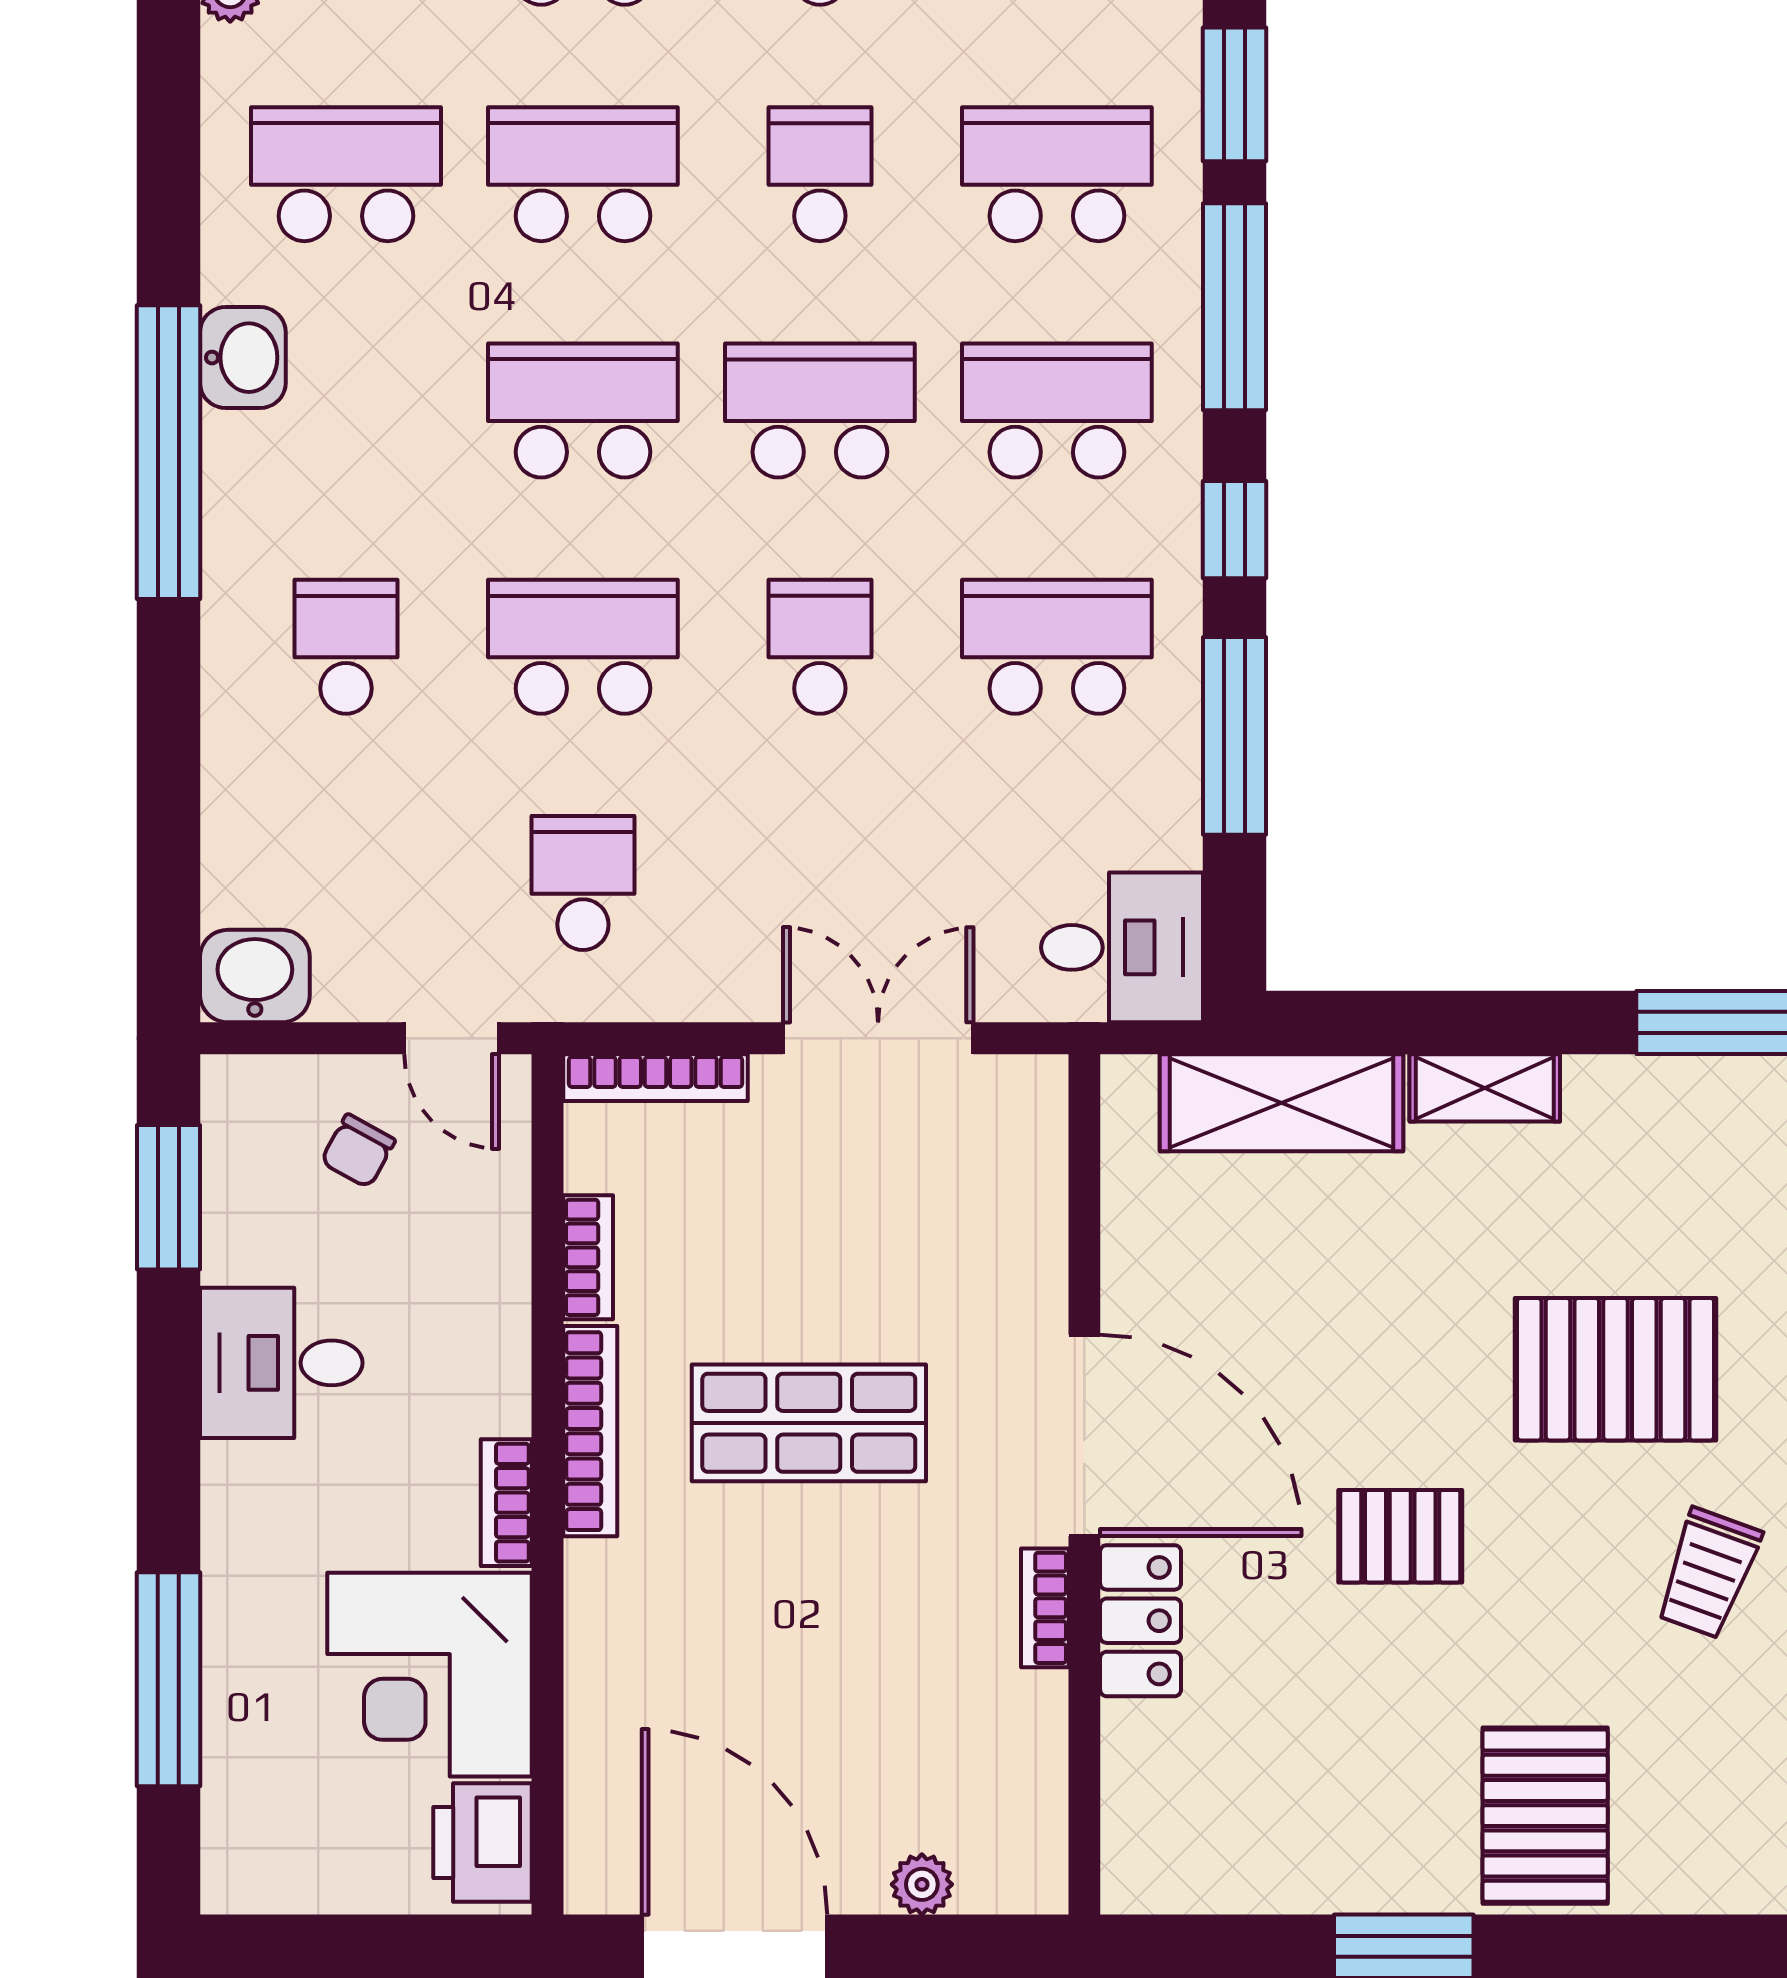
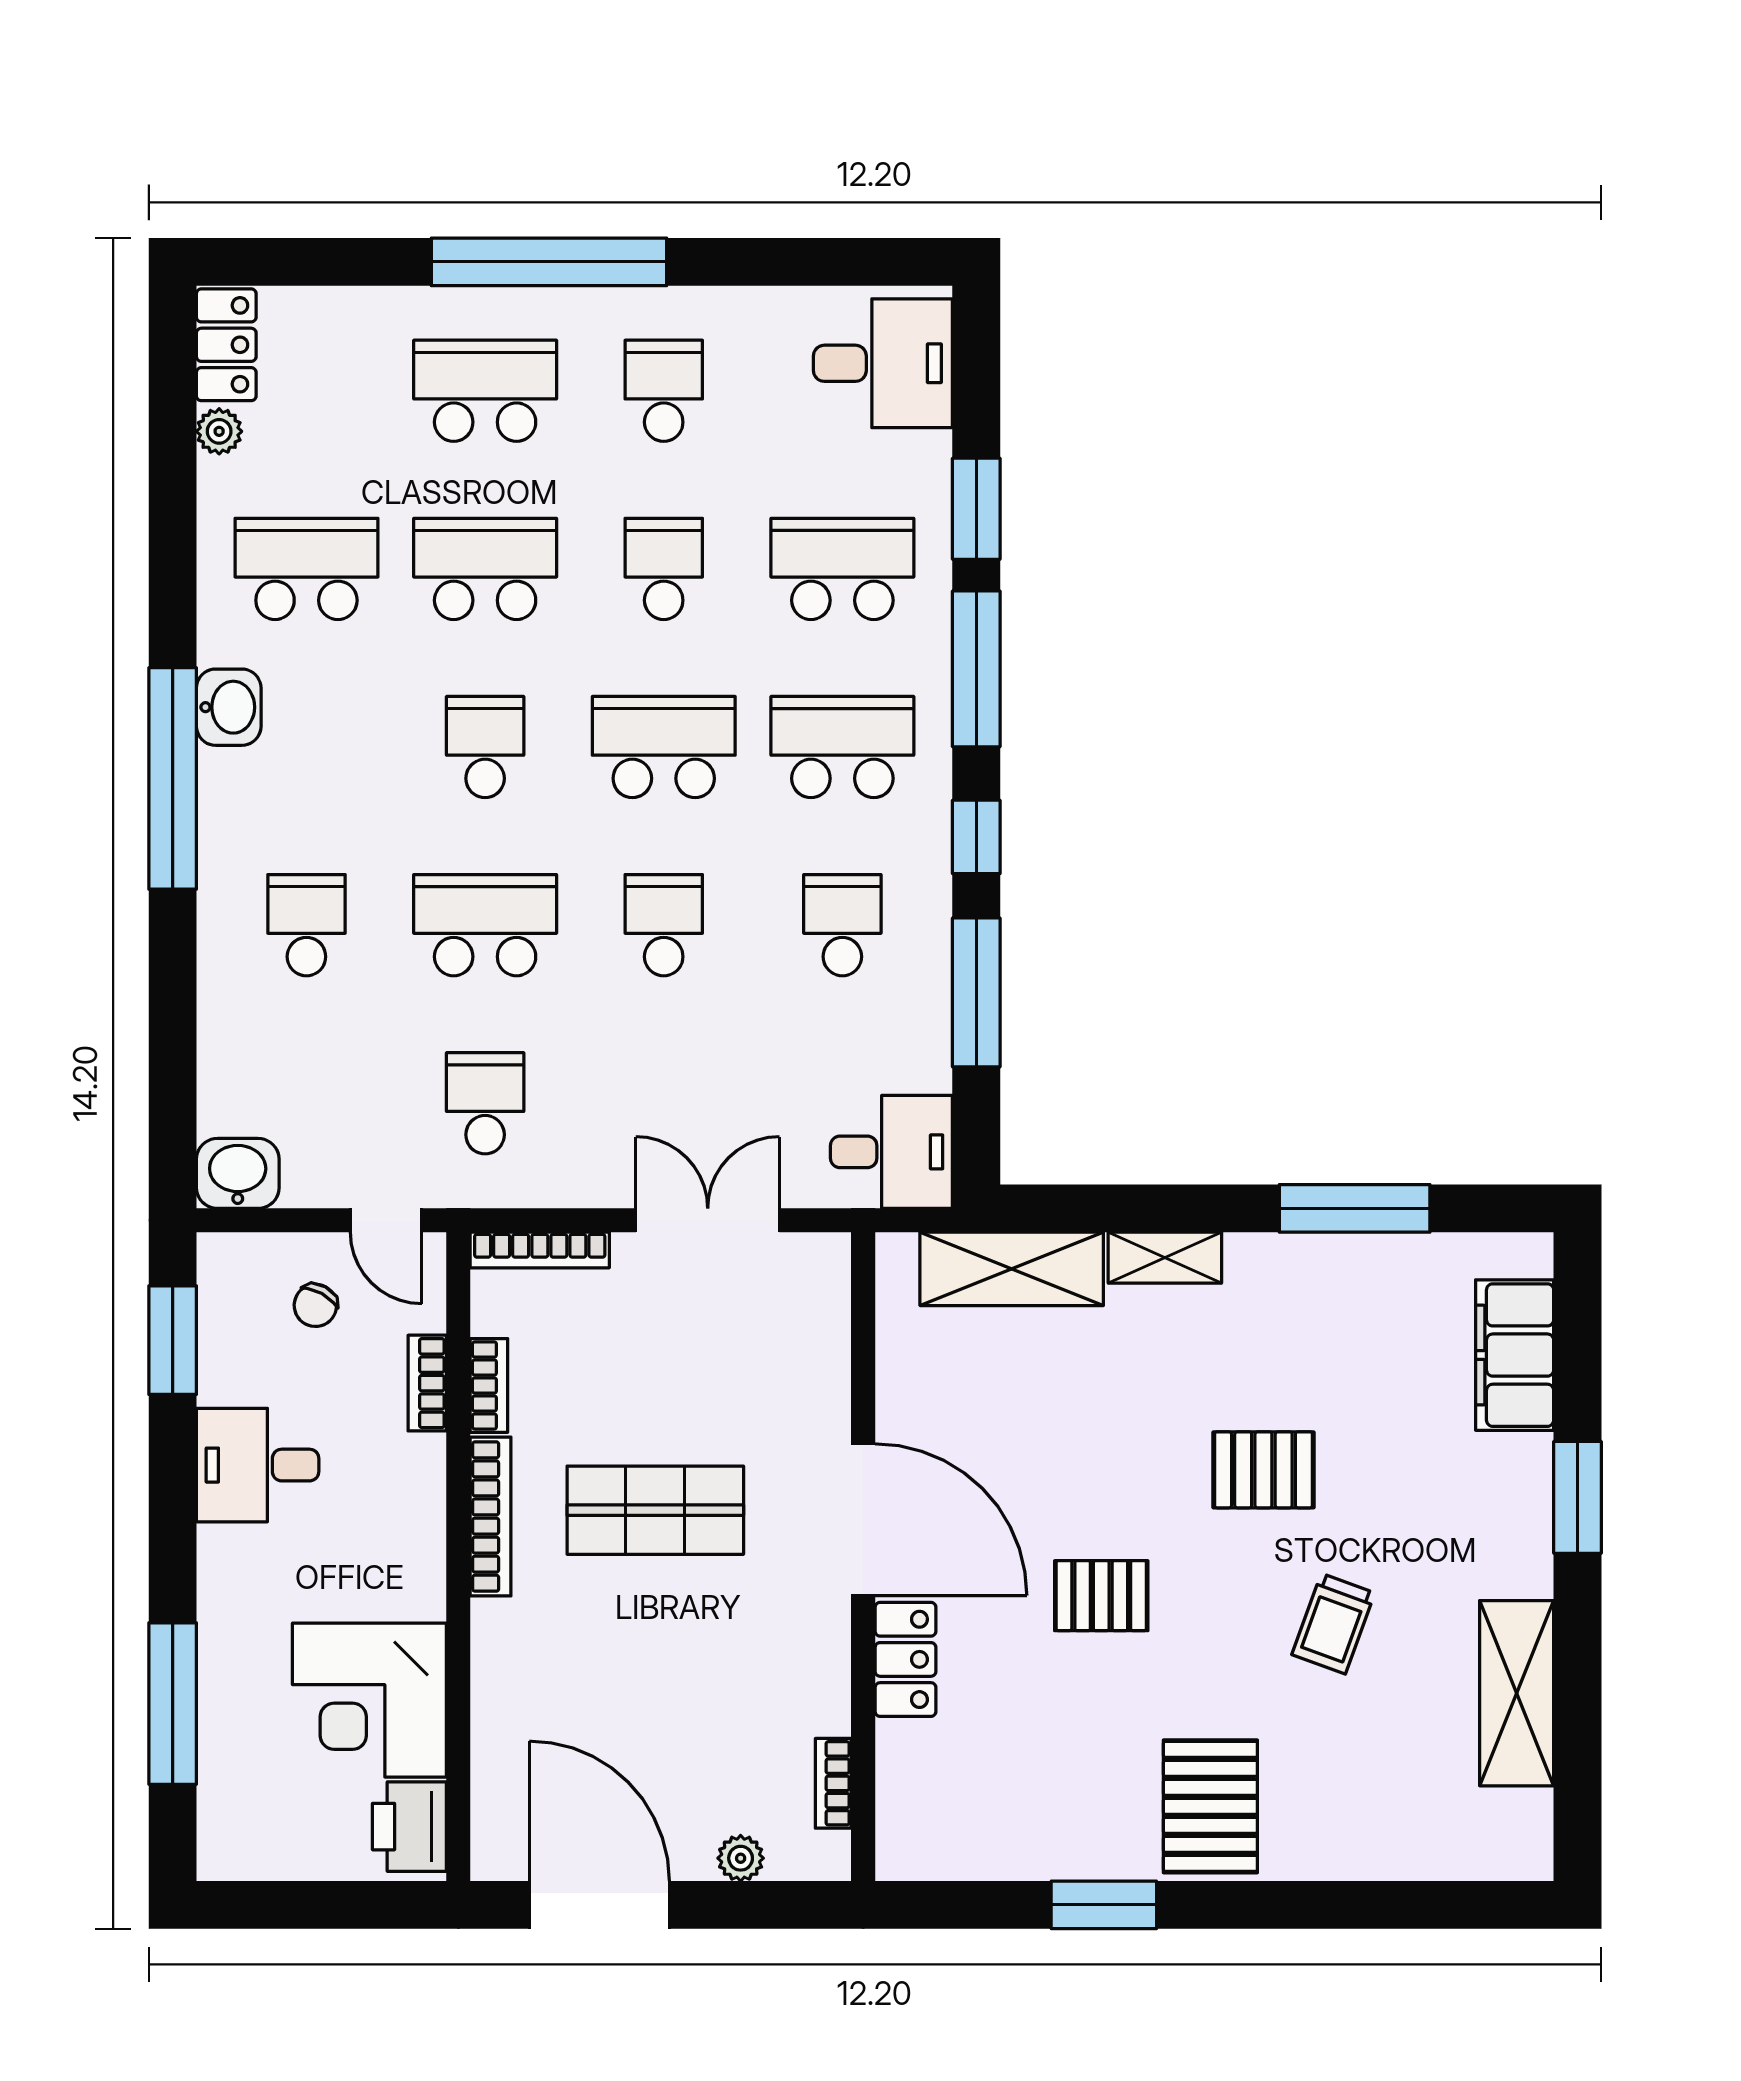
school desk: (583, 410) -> (485, 747), width x0.54
school desk: (1057, 647) -> (842, 925), width x0.54
pallet: (1616, 1369) -> (1263, 1470), width x0.67, depth x0.71
bookcase: (506, 1503) -> (427, 1383), moved
bookcase: (1045, 1608) -> (833, 1783), moved

